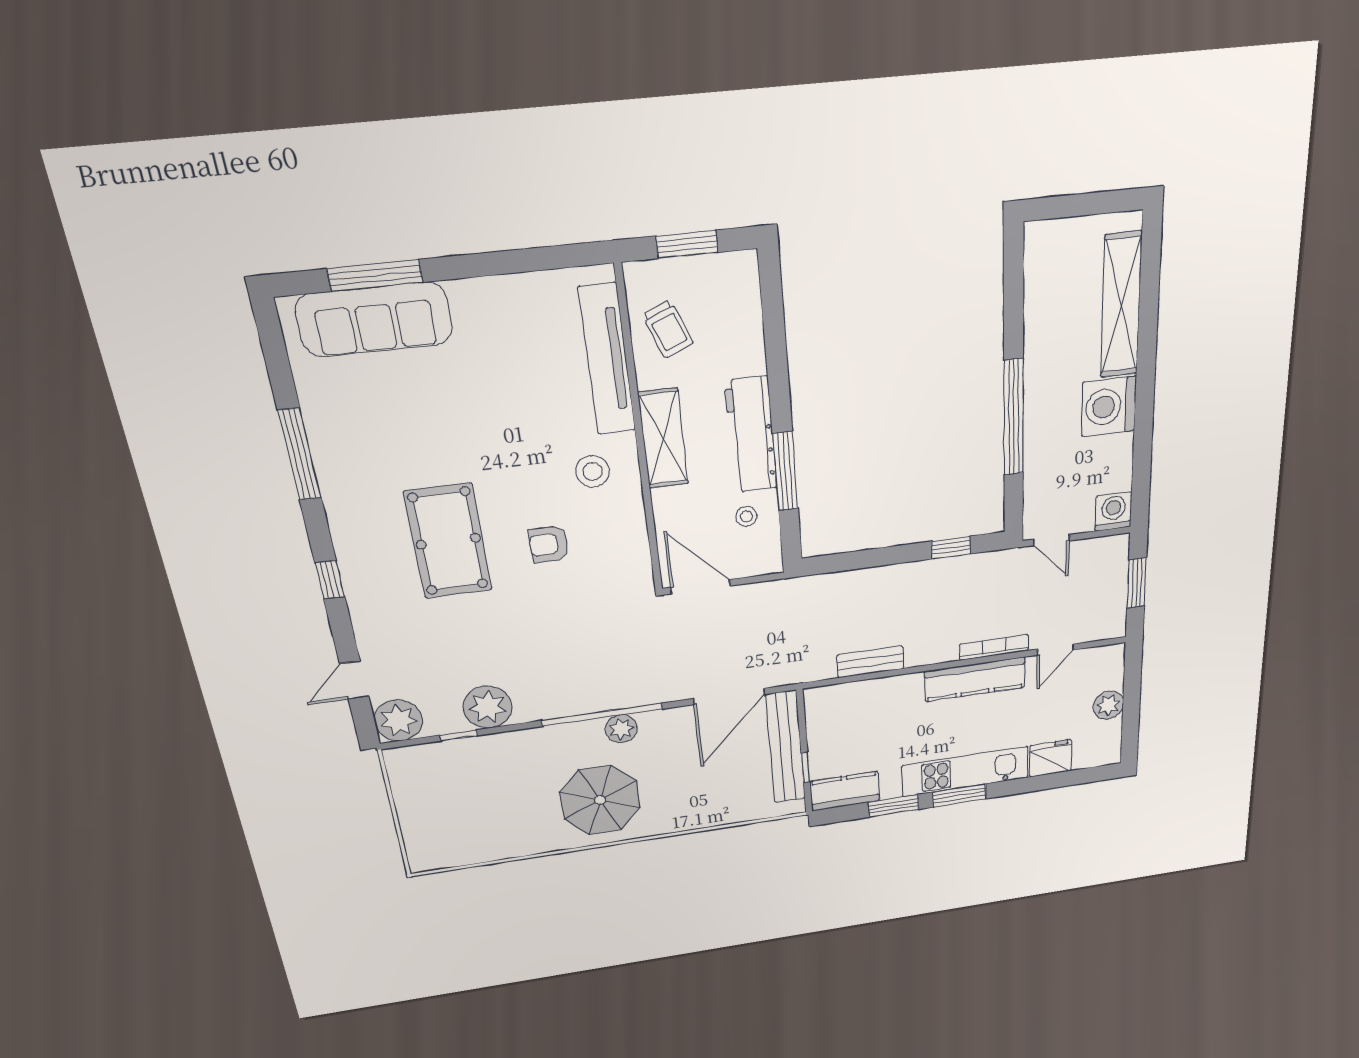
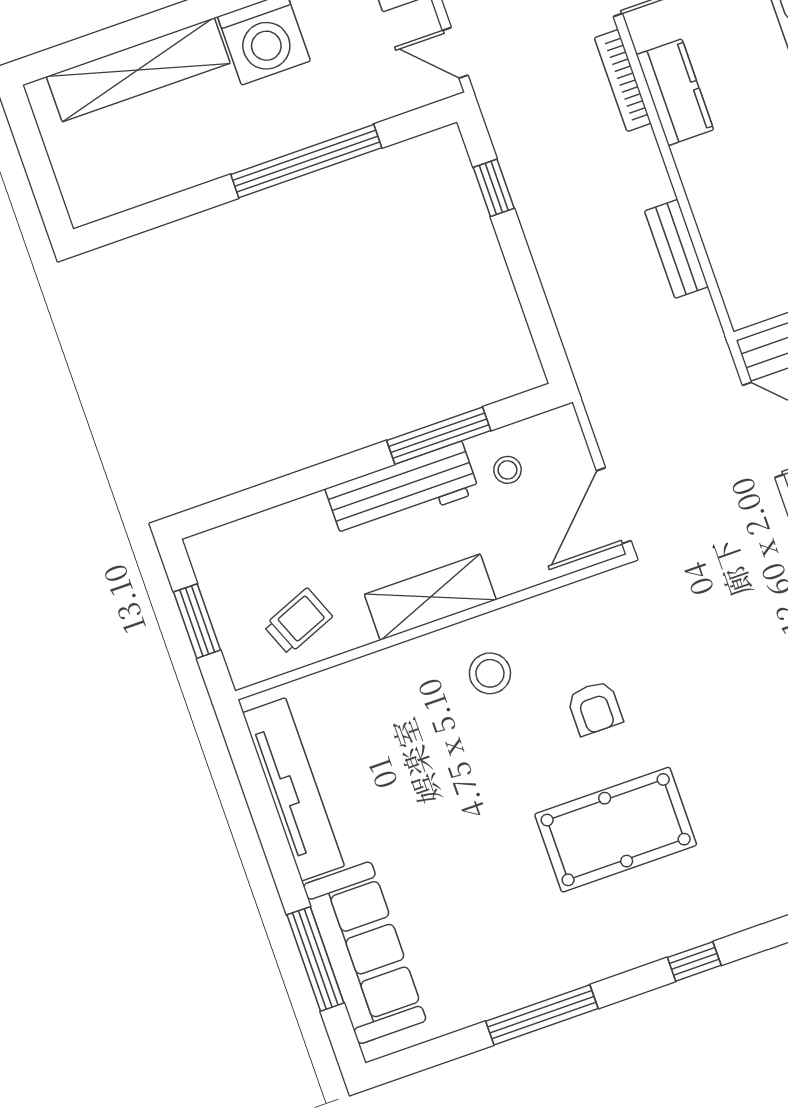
tv unit: (607, 360) -> (293, 789), moved, turned -90
door: (1051, 540) -> (455, 53), swing flipped
kitchen counter: (975, 679) -> (675, 92), width x0.67

